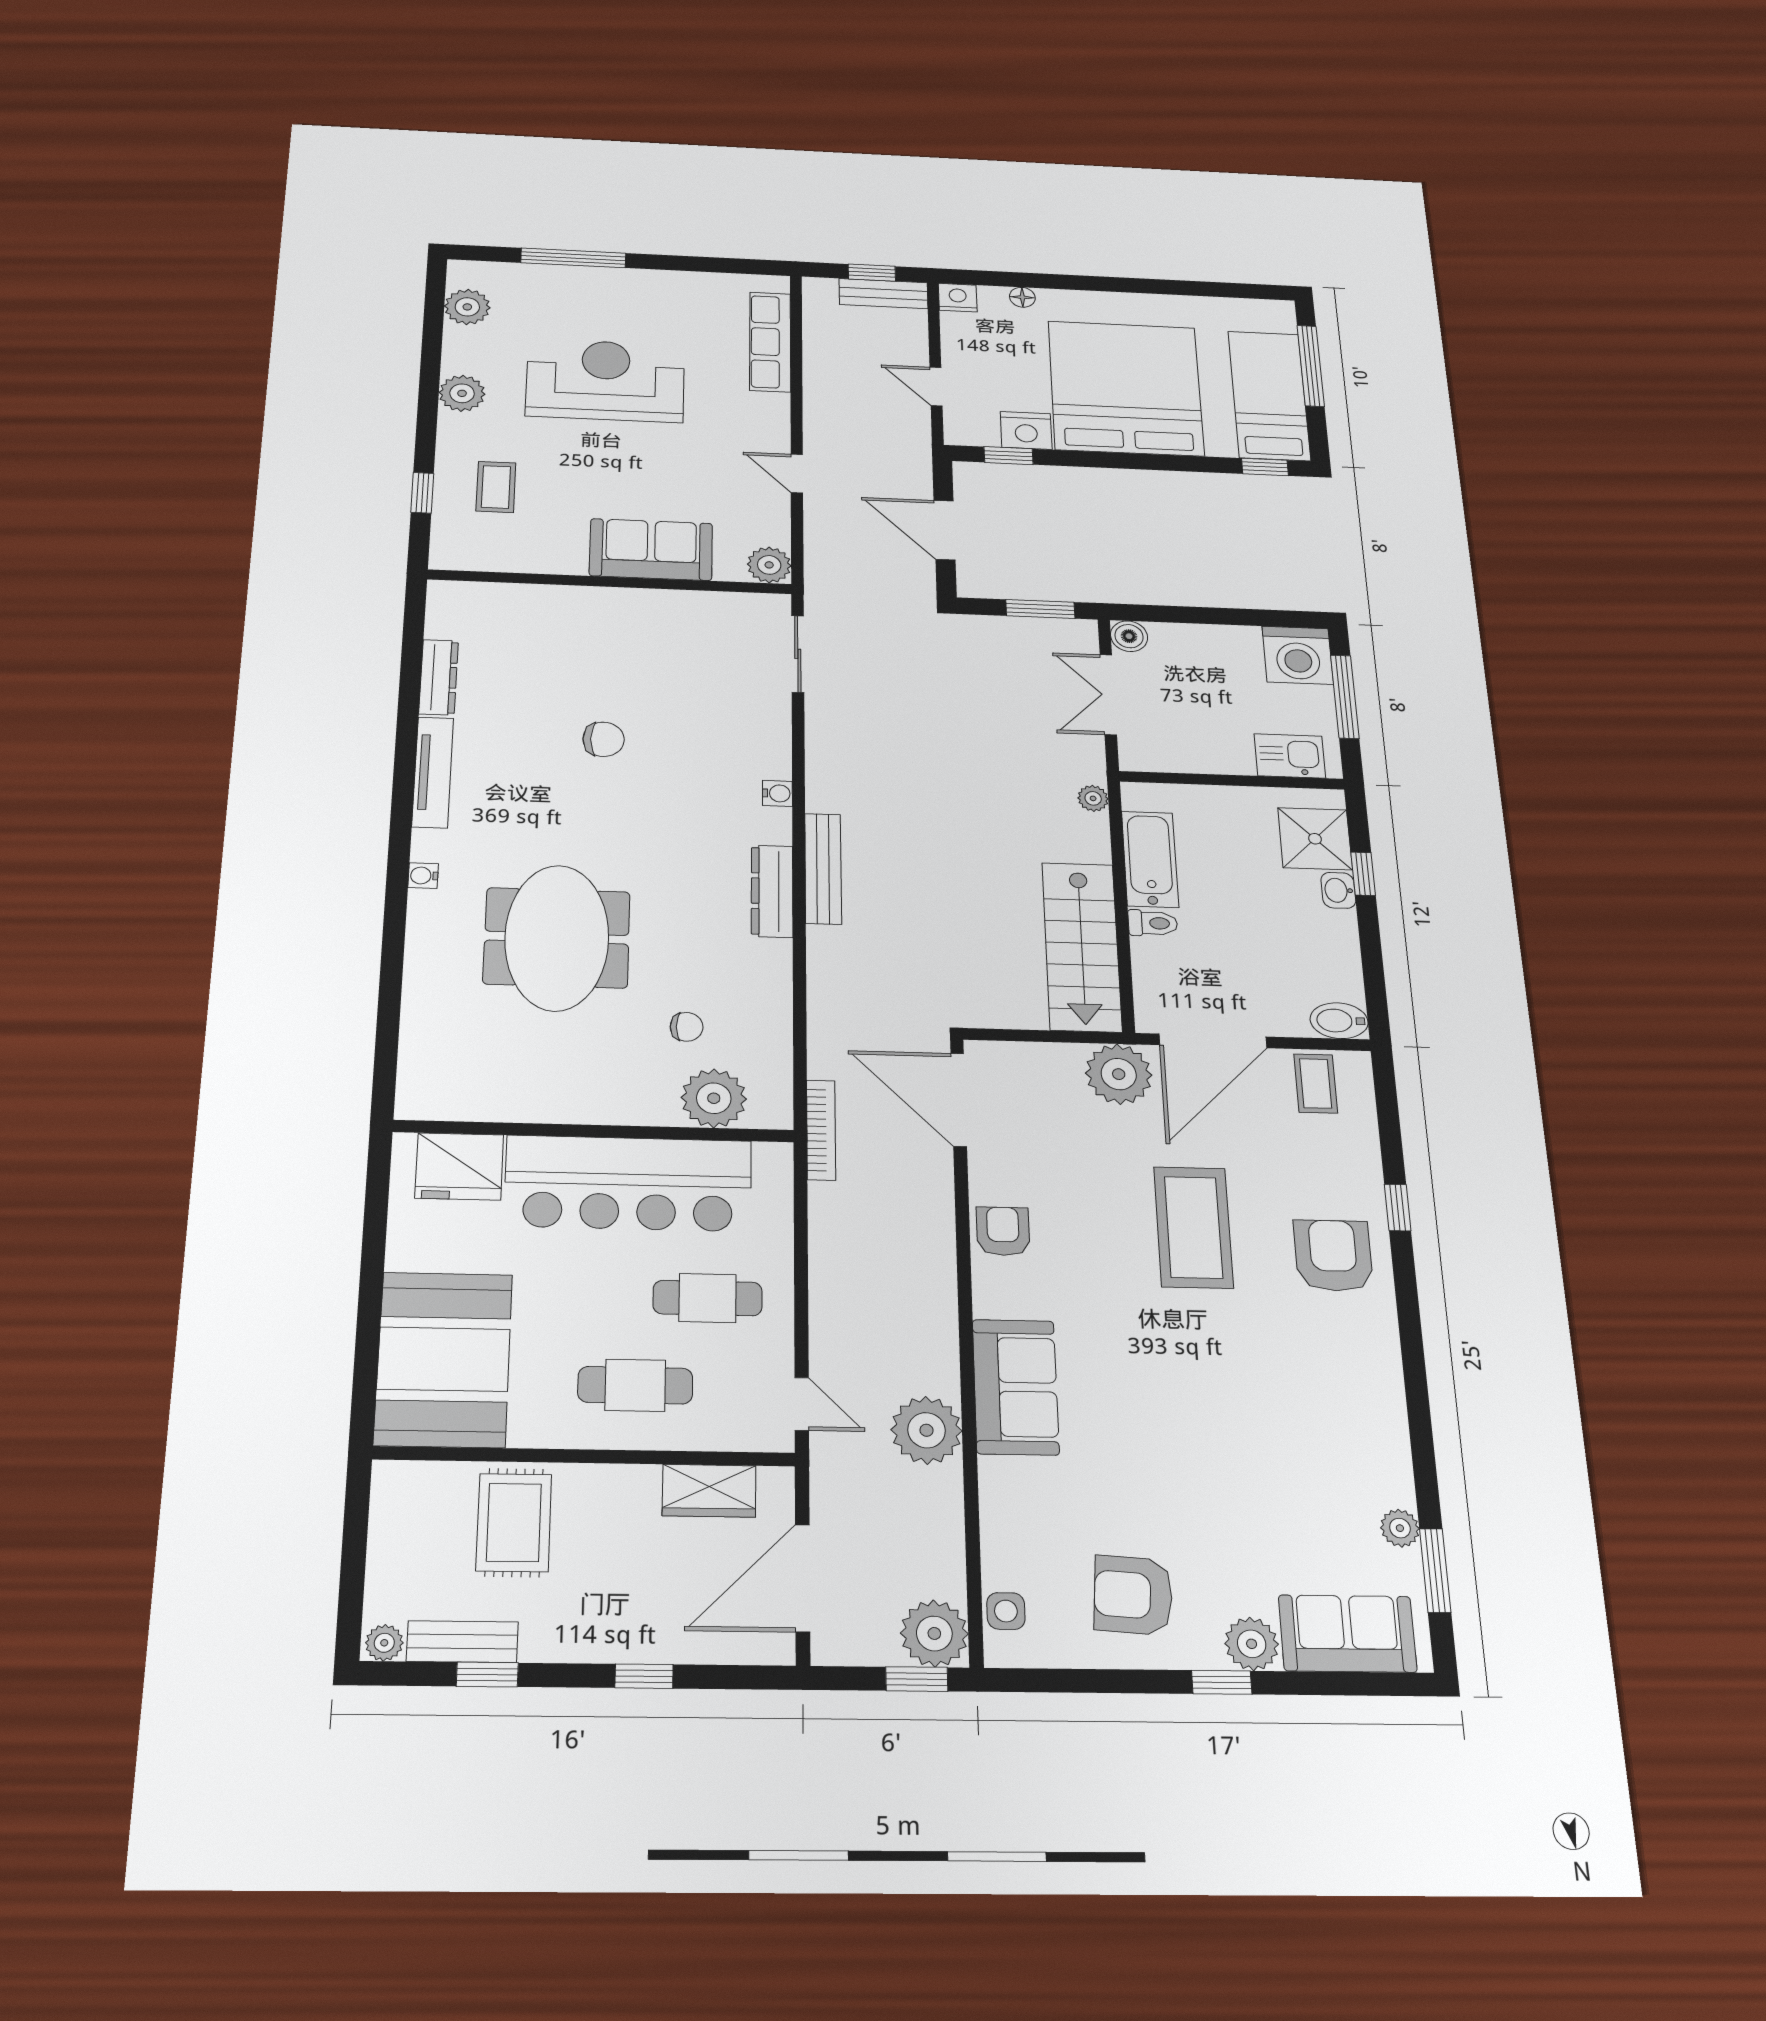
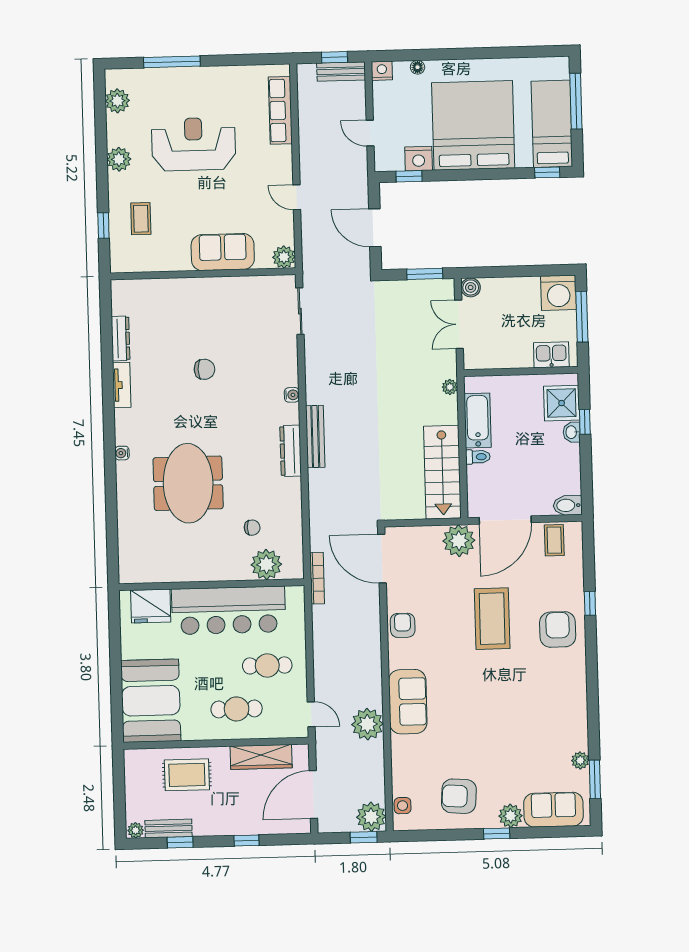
tv unit: (433, 772) -> (122, 385), width x0.71
wardrobe: (709, 1491) -> (261, 757), width x1.50
rug: (514, 1522) -> (187, 775), turned 90

